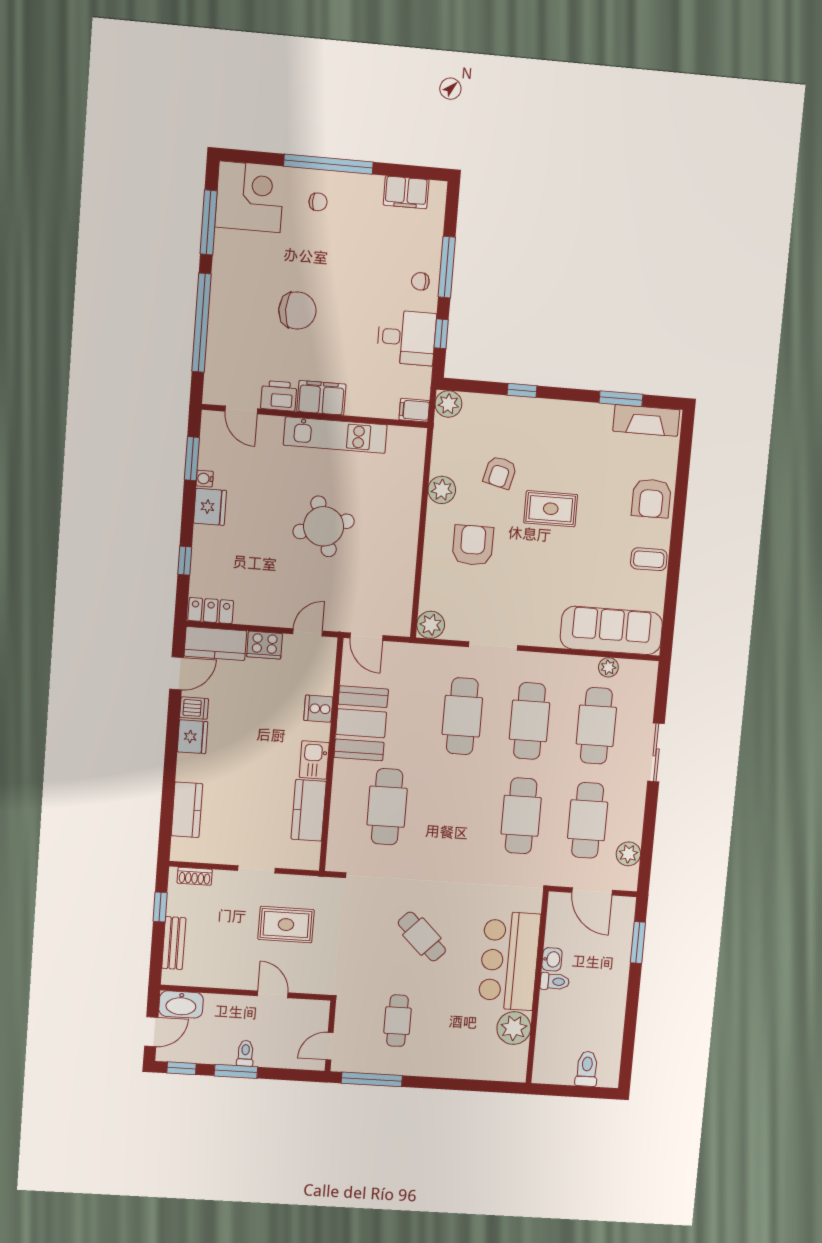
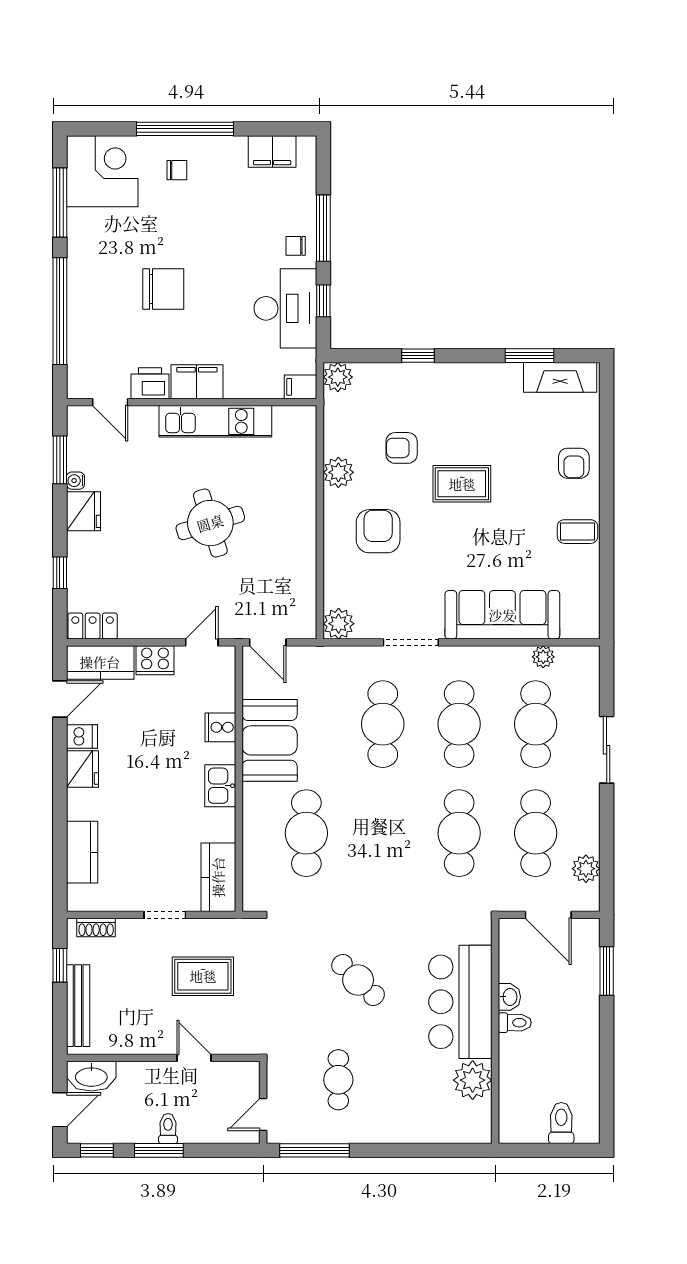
desk: (406, 338) -> (285, 308), width x1.37
armchair: (500, 472) -> (402, 448), turned 76
armchair: (651, 498) -> (574, 463), width x0.72, depth x0.72
sofa: (611, 630) -> (502, 615), moved
kitchen counter: (309, 810) -> (218, 877), moved
bench: (174, 943) -> (78, 1006), width x1.36

